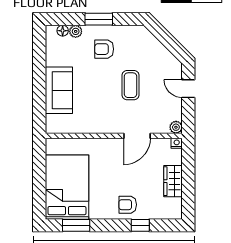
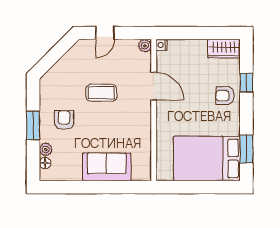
armchair: (104, 49) -> (64, 120), turned 180
wardrobe: (173, 181) -> (224, 49), moved
armchair: (128, 205) -> (225, 96), turned 90

